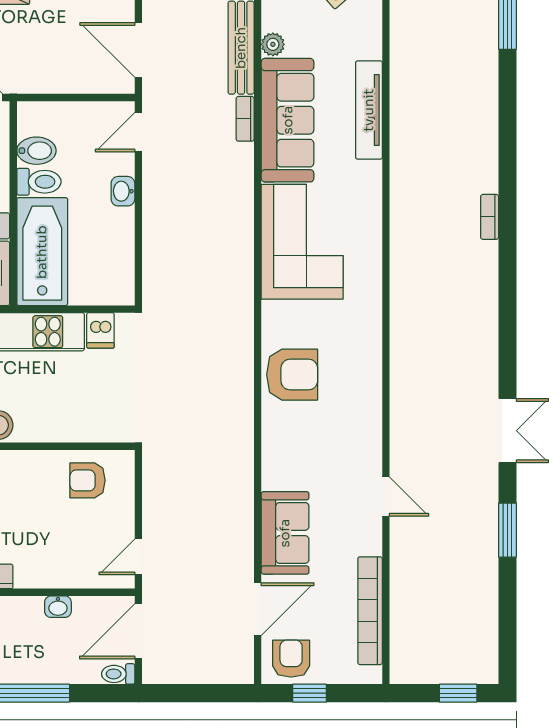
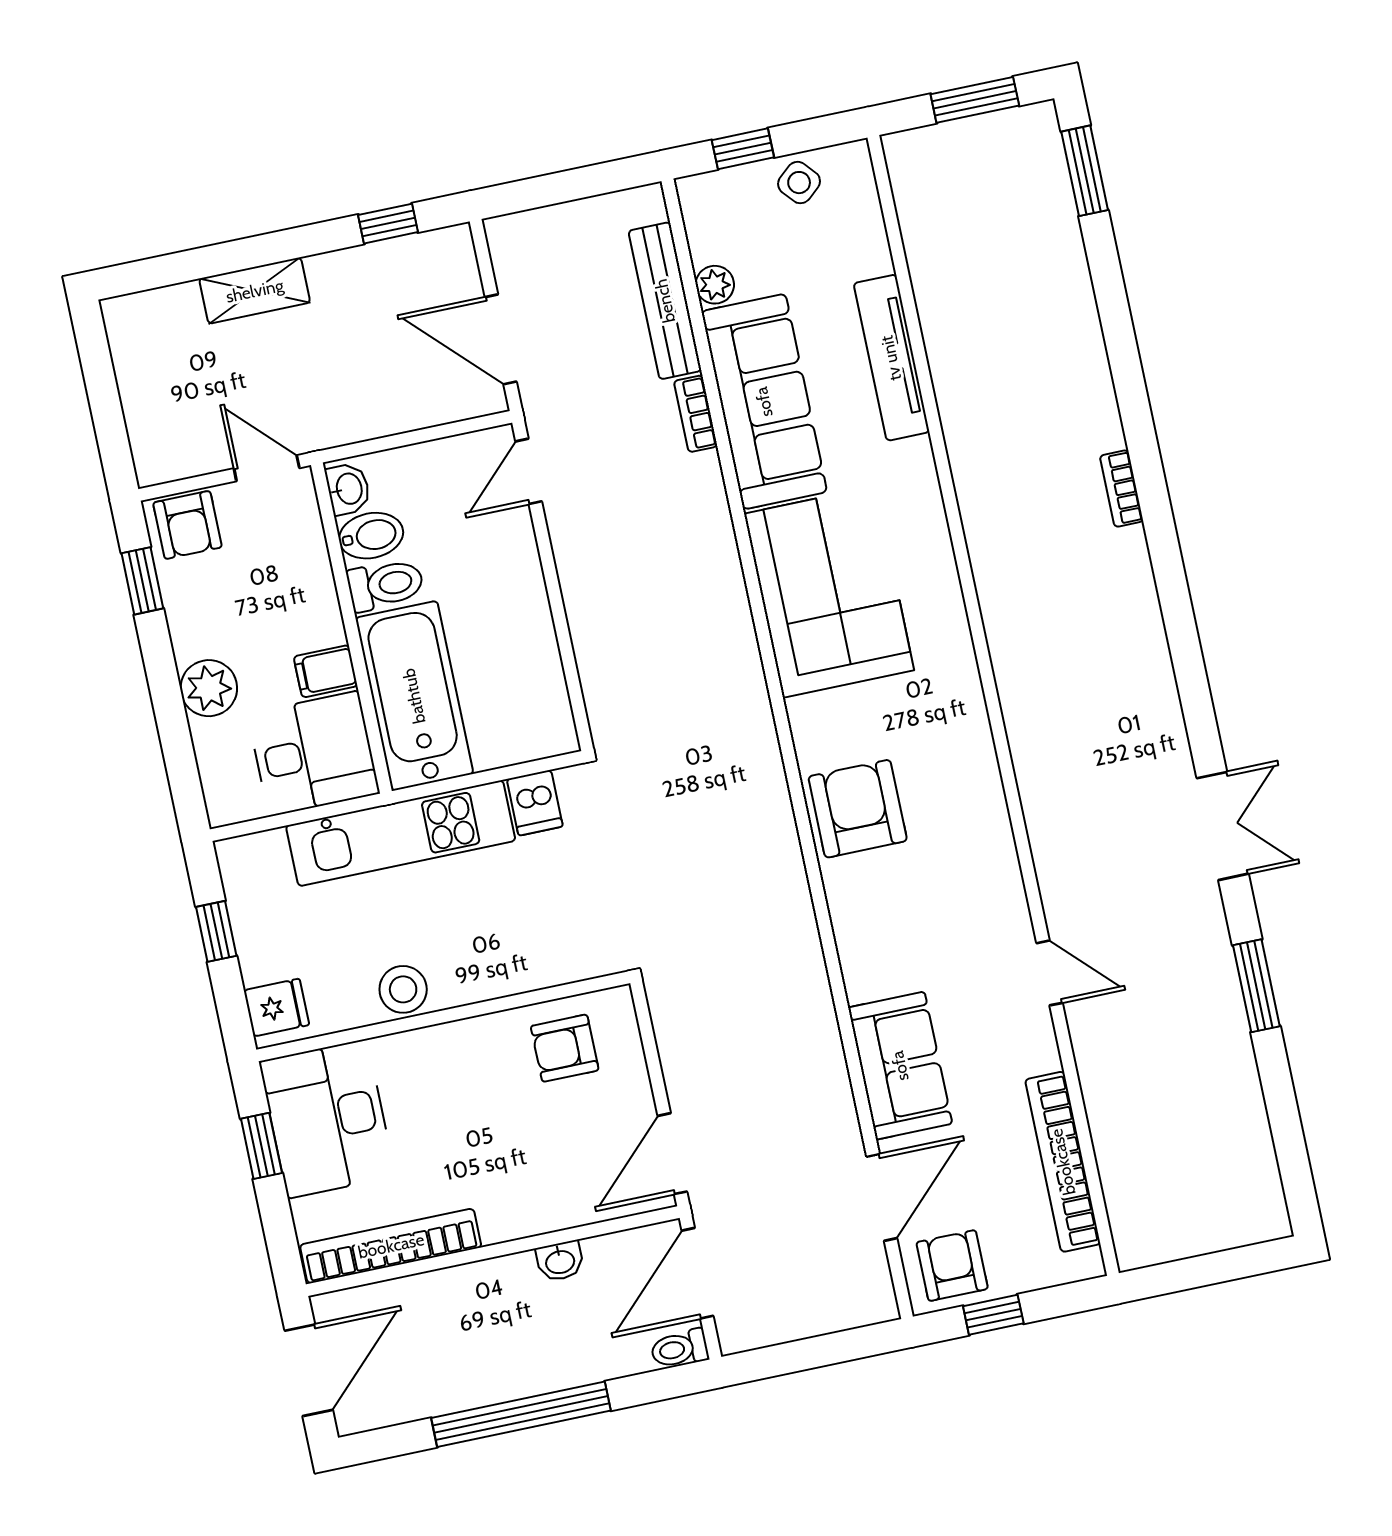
washbasin: (123, 191) -> (348, 489), moved, turned 180
armchair: (292, 375) -> (858, 809), turned -90
door: (138, 557) -> (672, 1154), width x1.38
window: (458, 693) -> (1232, 1264), removed

